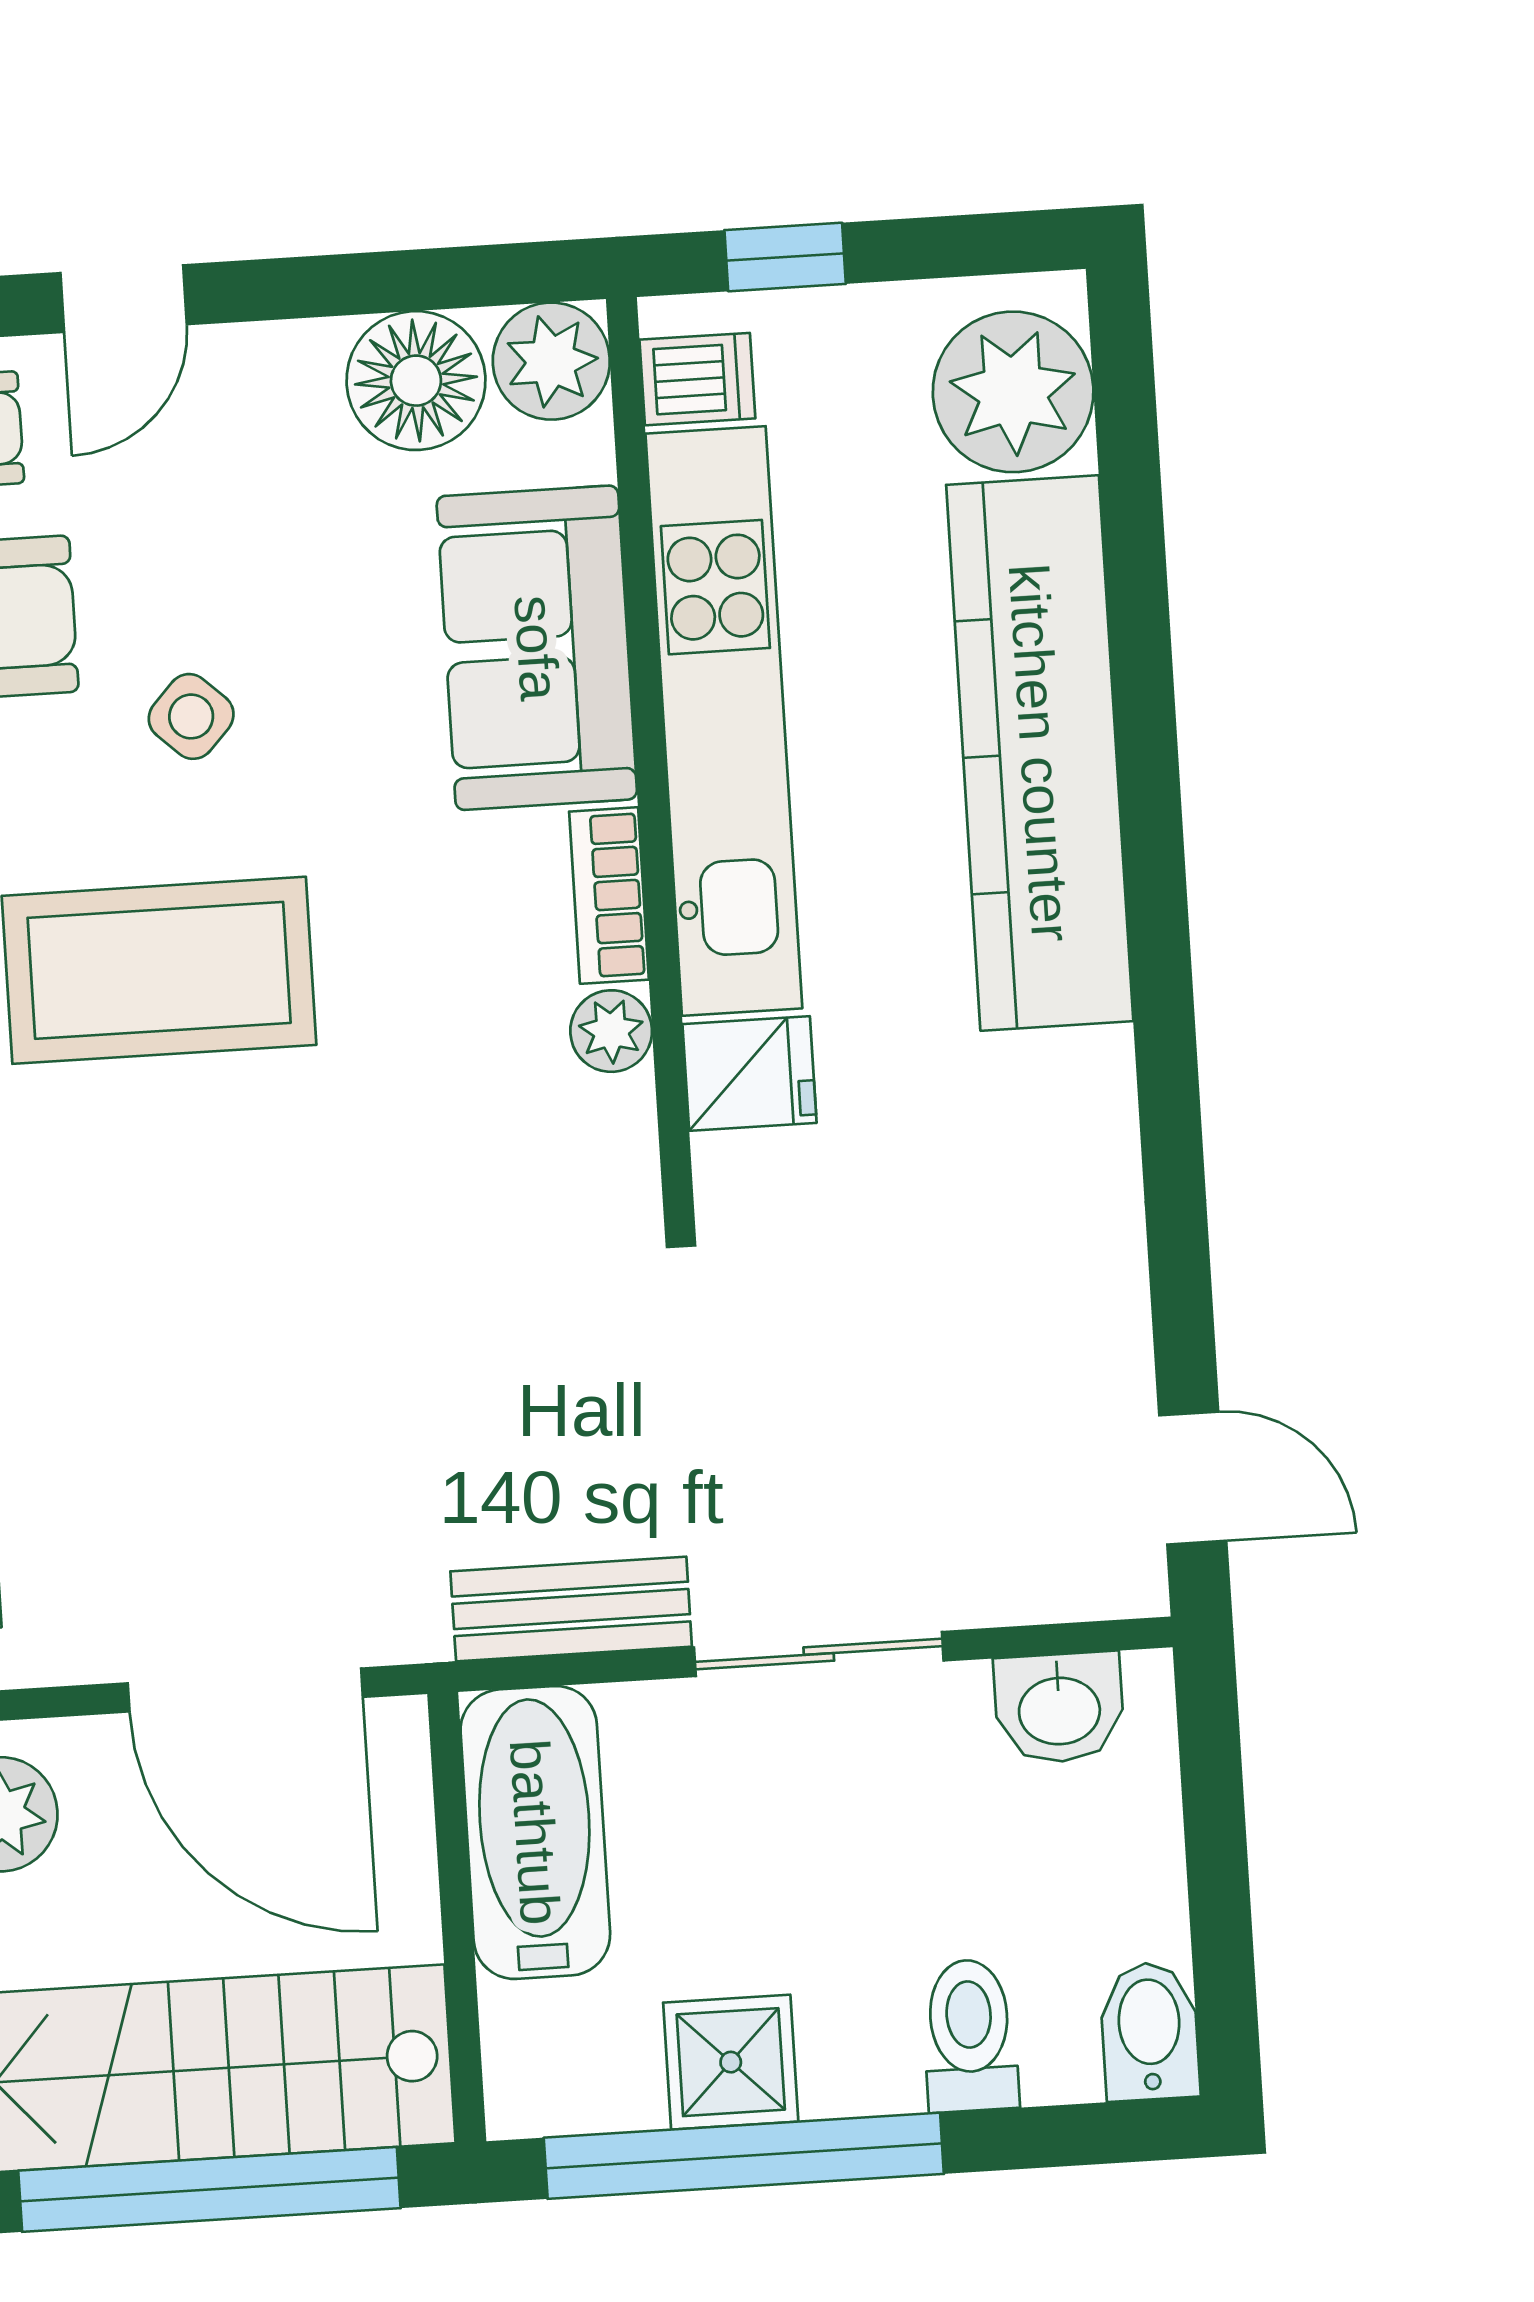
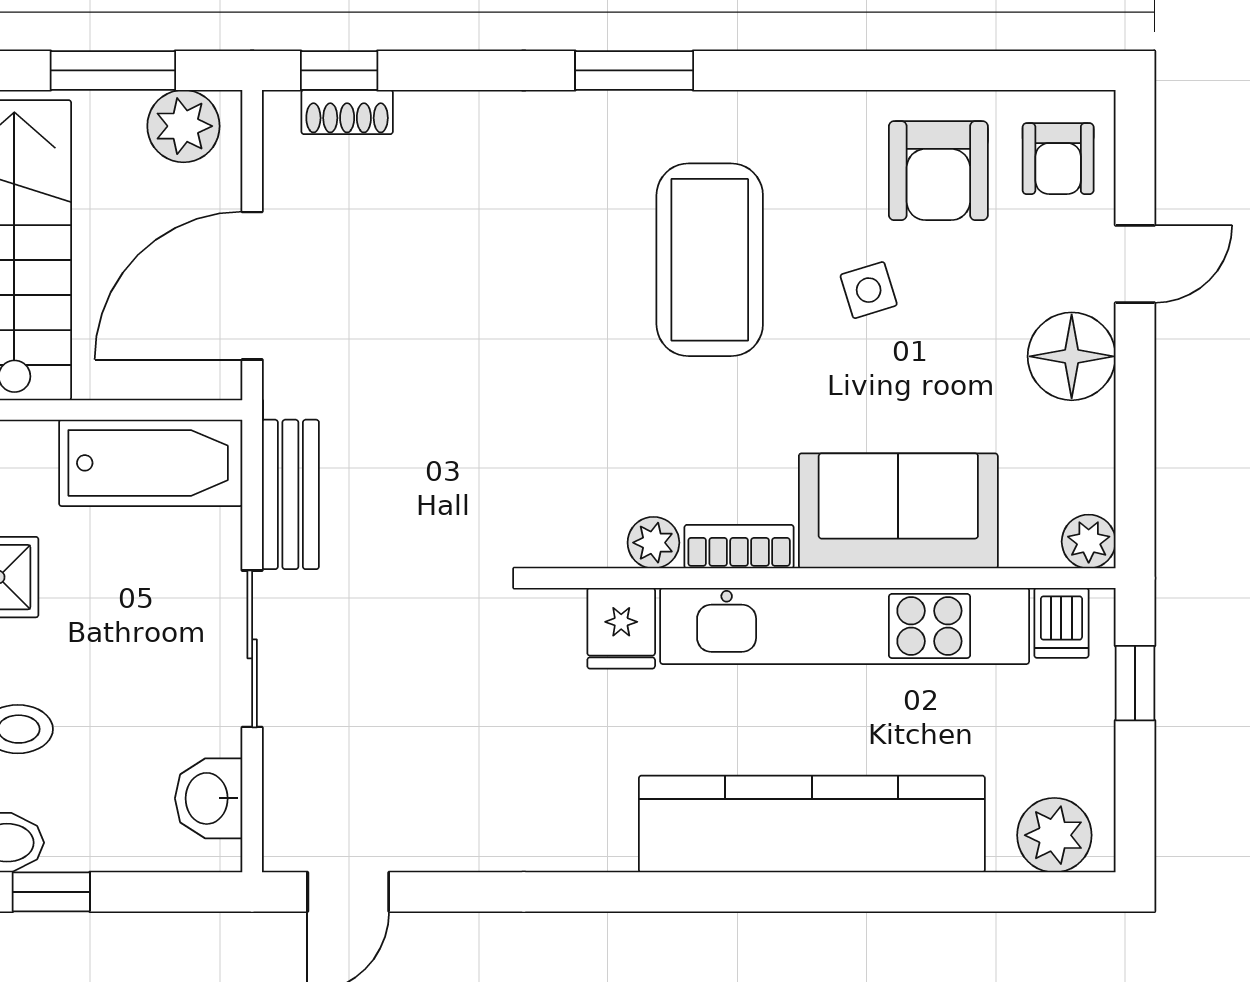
door: (124, 299) -> (1135, 264), swing flipped
plant: (551, 361) -> (1089, 542), width x0.73, depth x0.73
floor lamp: (416, 381) -> (1072, 356), moved
plant: (1013, 392) -> (1054, 835), width x0.73, depth x0.73
side table: (191, 716) -> (869, 290), turned 30
window: (1222, 1947) -> (51, 892), added

